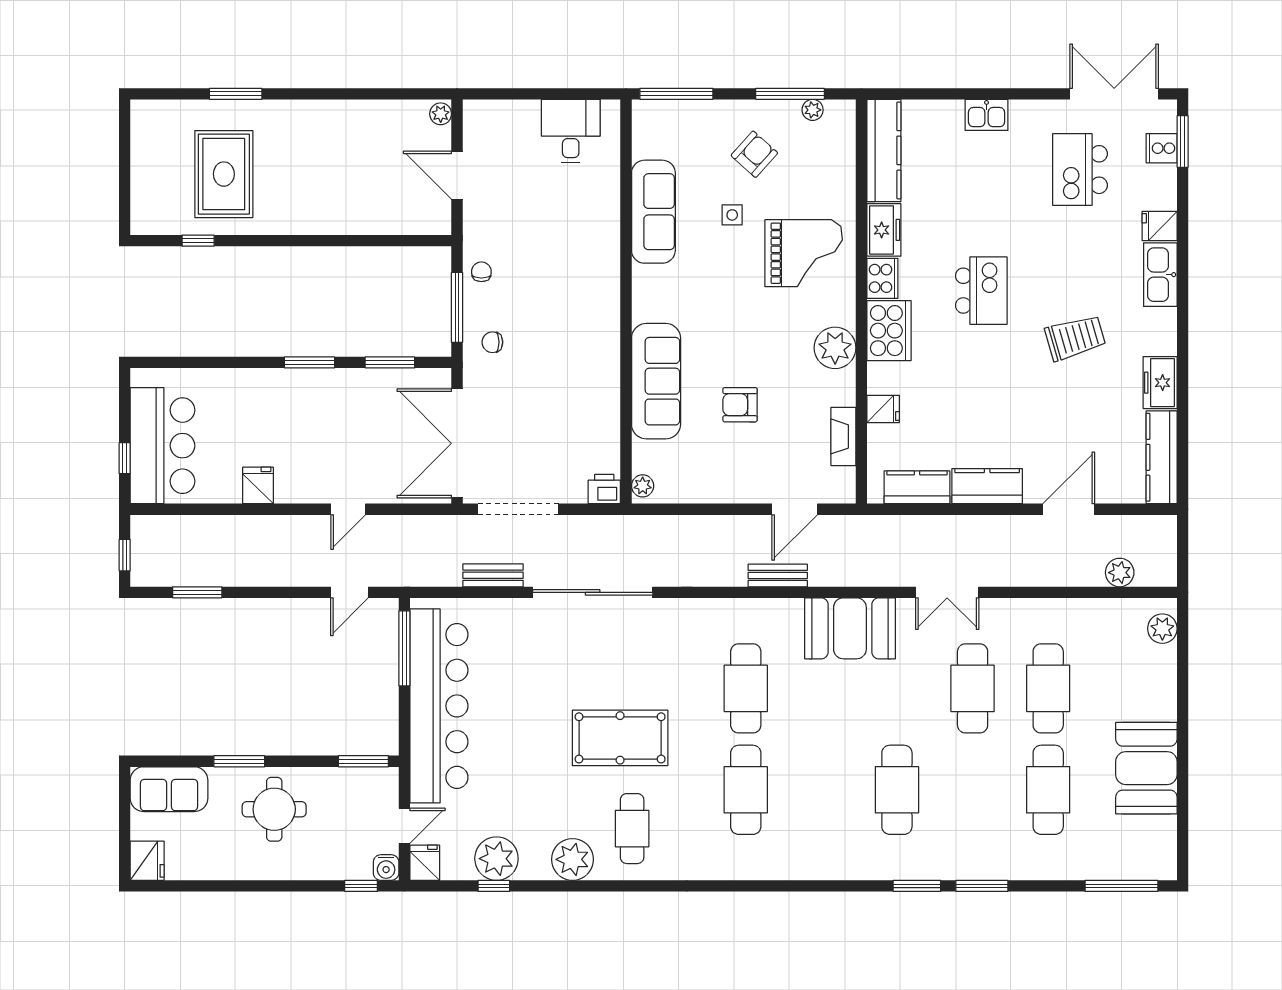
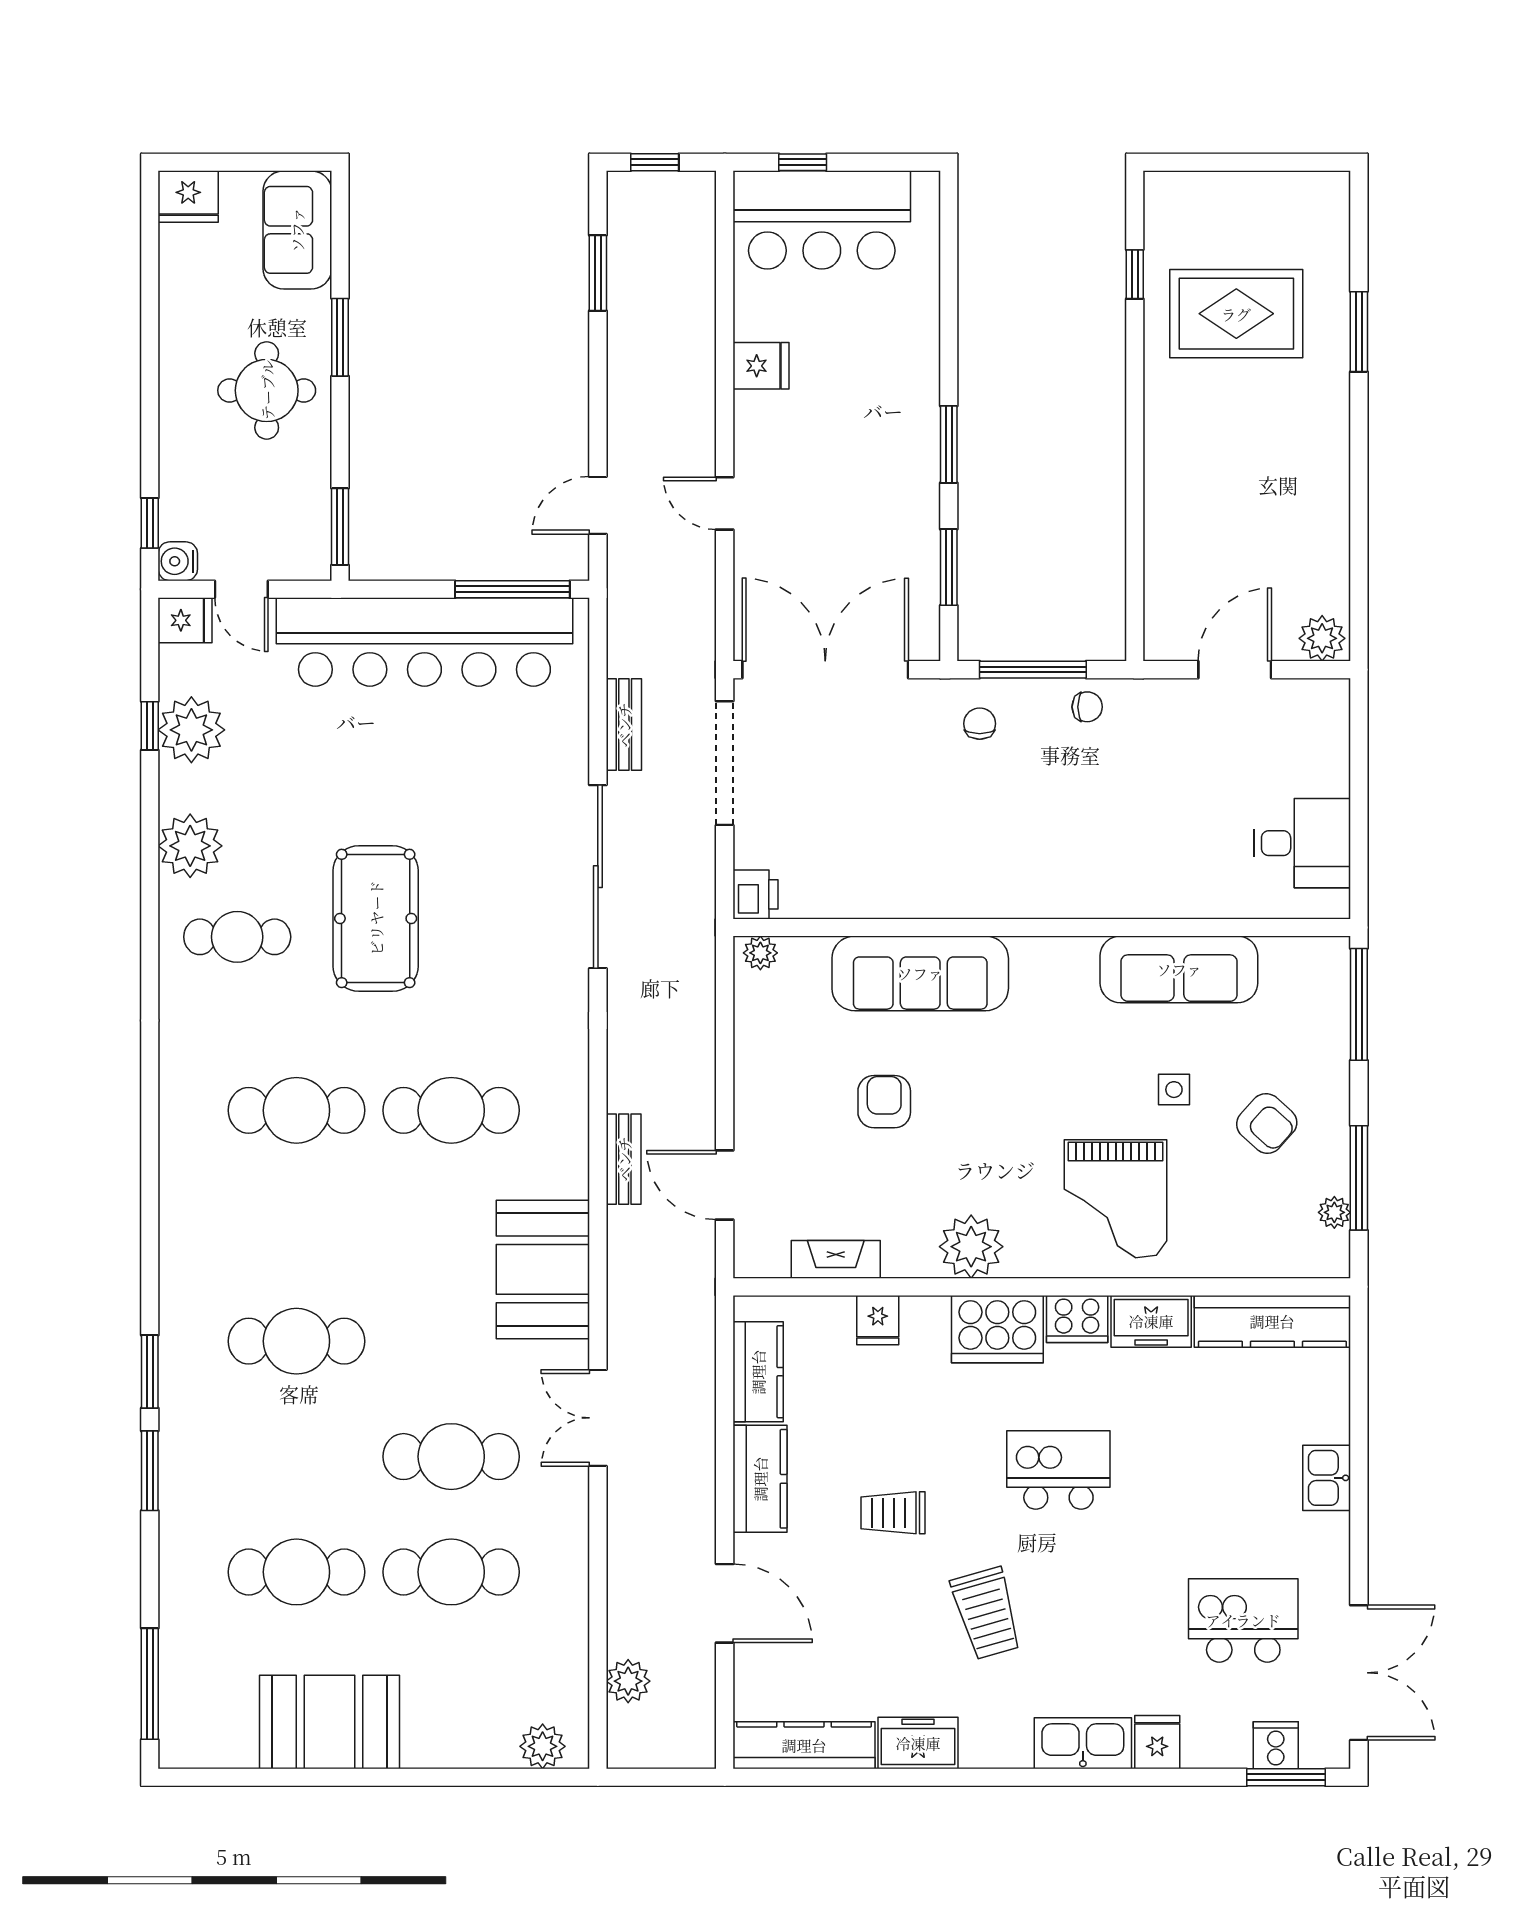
plant: (441, 114) -> (1322, 638), width x1.38, depth x1.38
kitchen island: (981, 291) -> (1058, 1470), turned 180
trolley: (1009, 399) -> (893, 1513), added
door: (349, 592) -> (598, 505), hinge flipped

